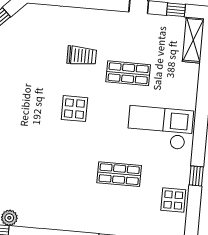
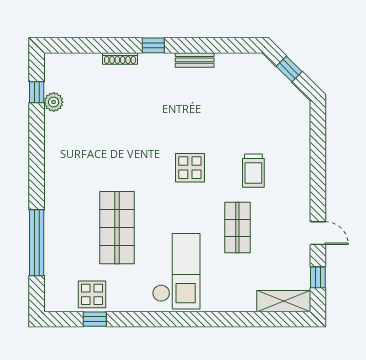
shop shelf: (119, 174) -> (117, 228), width x1.43, depth x1.36
window: (196, 176) -> (95, 319), moved

